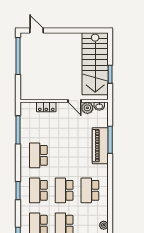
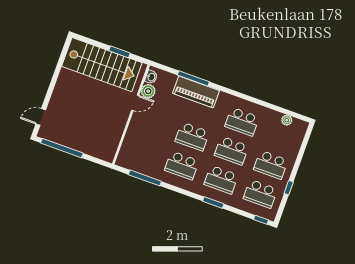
locker: (46, 107) -> (130, 137), removed
school desk: (64, 155) -> (192, 137), added

